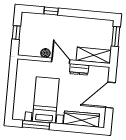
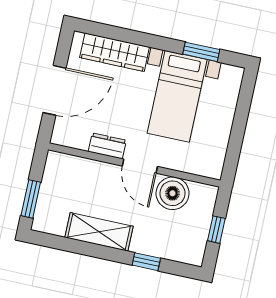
boiler: (45, 53) -> (173, 193), width x1.86, depth x1.86
shelving: (94, 55) -> (99, 232), moved
window: (36, 125) -> (201, 52), width x0.69

